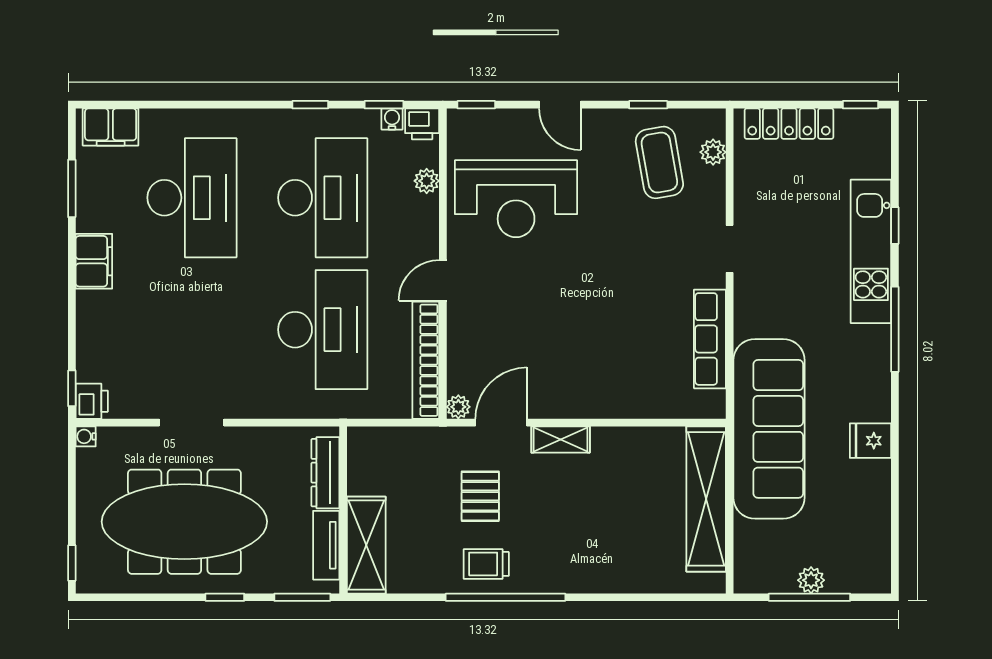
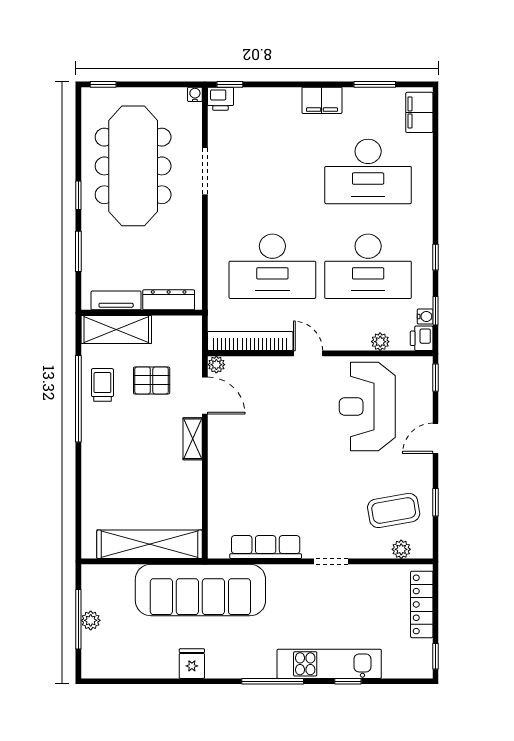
dresser: (325, 473) -> (169, 300), moved
wall: (343, 510) -> (142, 313), moved
tv unit: (326, 545) -> (116, 300), moved
shelving: (366, 545) -> (116, 329), moved

